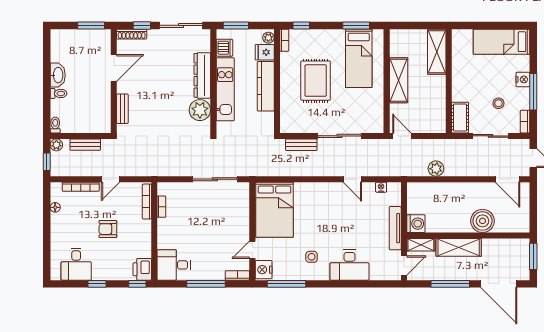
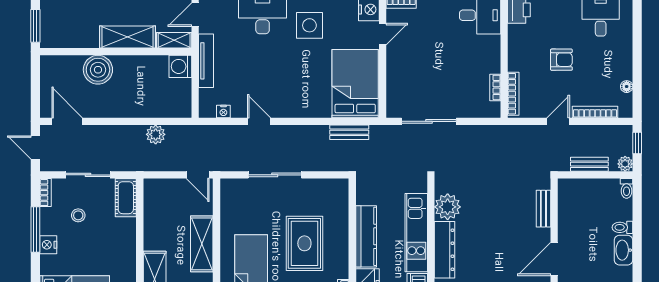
bench: (301, 145) -> (349, 132), moved
side table: (312, 257) -> (309, 25), width x1.87, depth x1.87

